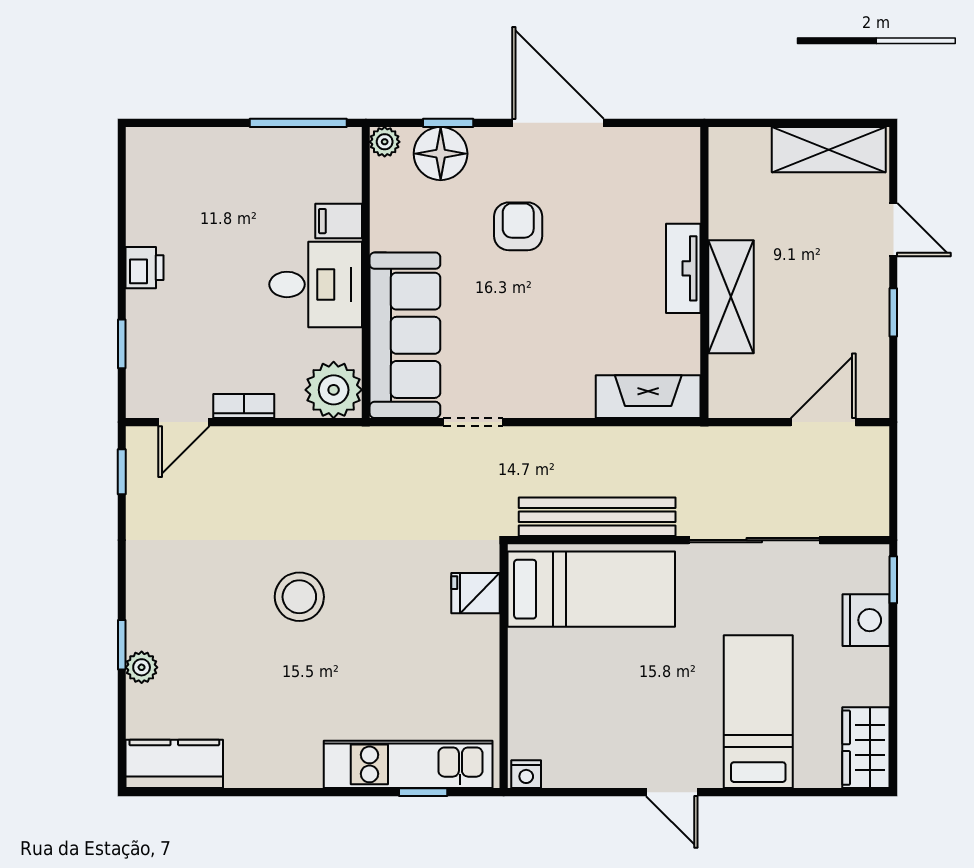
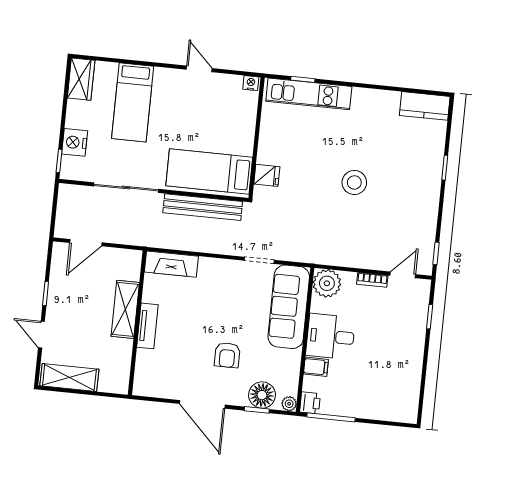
printer: (145, 268) -> (310, 403), moved, turned 180
plant: (142, 667) -> (436, 155), removed
door: (672, 792) -> (199, 69), moved

